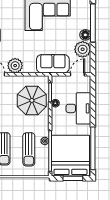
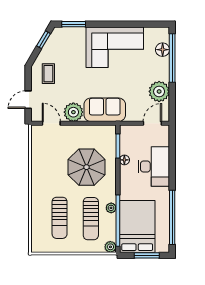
floor lamp: (85, 35) -> (163, 50), moved
sofa: (53, 64) -> (105, 110), moved
parasol: (32, 100) -> (86, 167), moved
bed: (70, 156) -> (137, 226), width x0.73
plant: (44, 172) -> (110, 247), added

